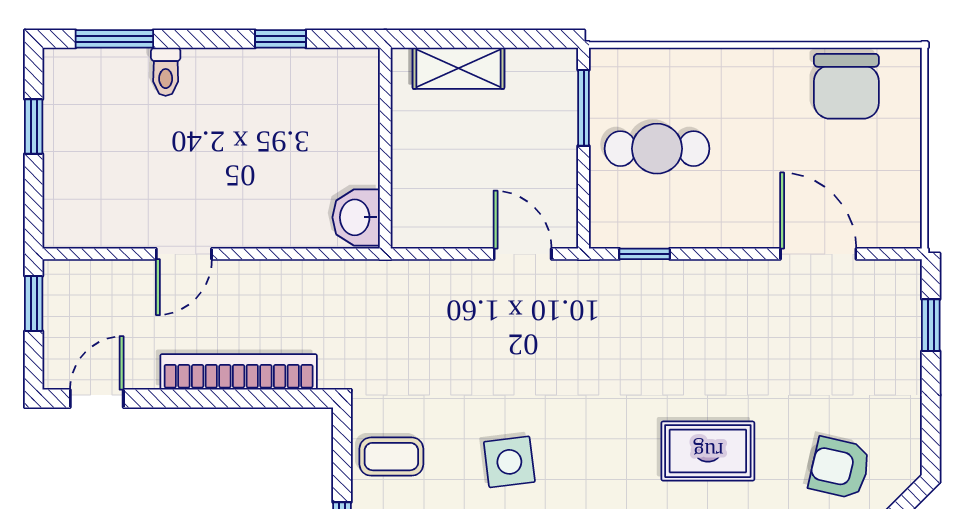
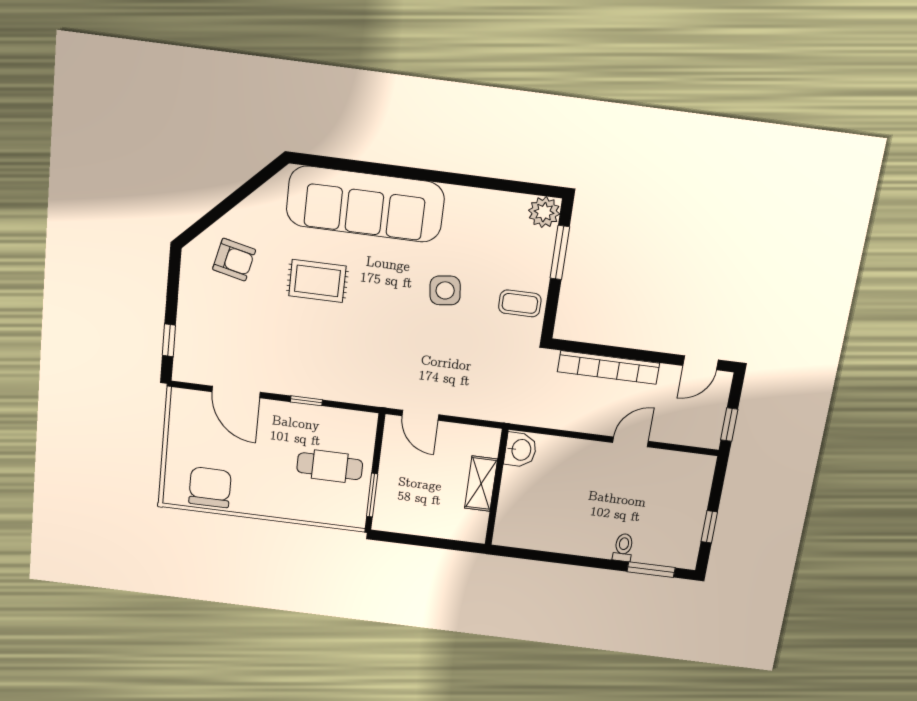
window: (280, 39) -> (551, 557), removed
shelving: (458, 68) -> (481, 484), moved, turned 90
window: (645, 254) -> (306, 401), moved

